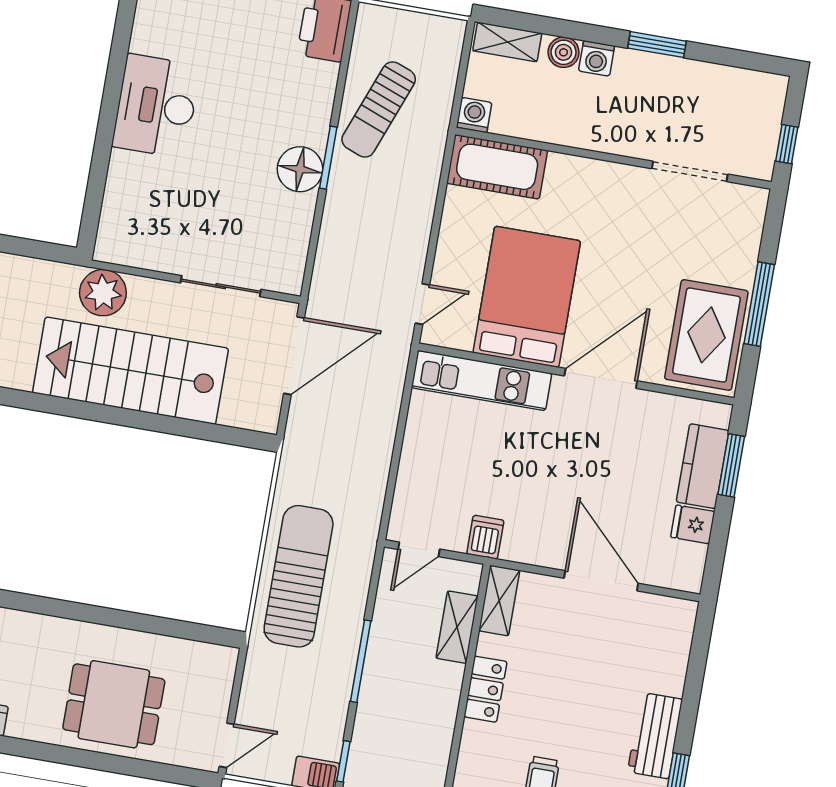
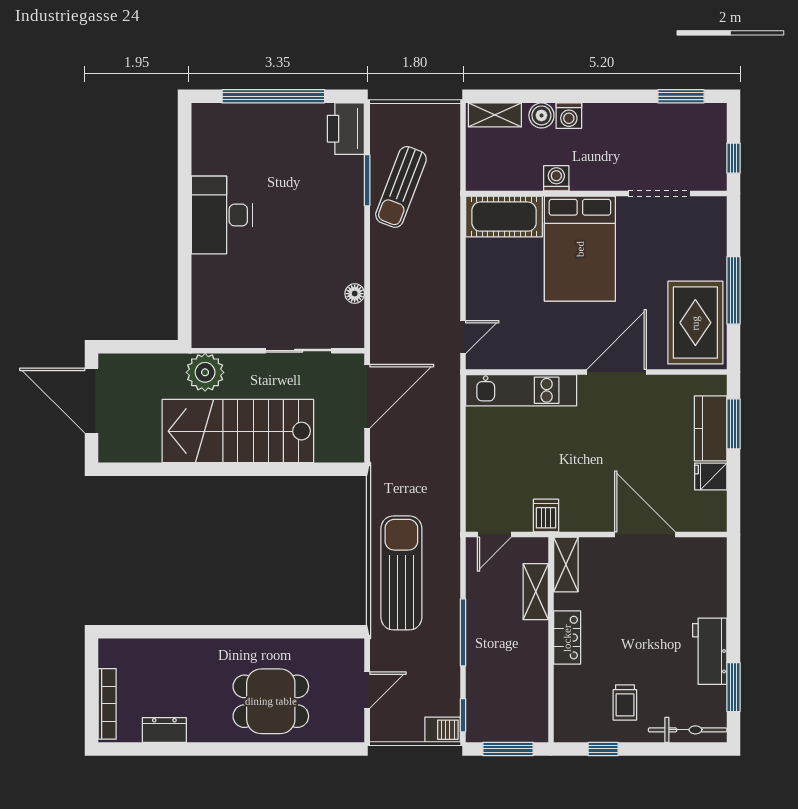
window: (657, 45) -> (681, 96), moved
washing machine: (474, 115) -> (556, 178), moved
window: (328, 158) -> (367, 180), moved
floor lamp: (300, 169) -> (355, 294), moved, width x0.53, depth x0.53
bed: (527, 297) -> (580, 249), moved, turned 180
door: (227, 745) -> (367, 690), moved

